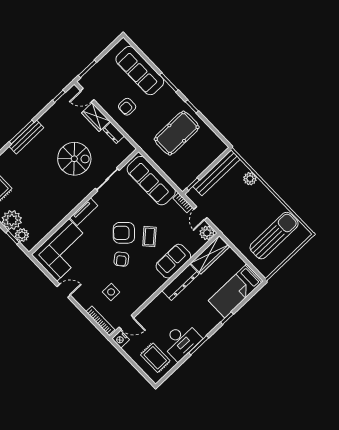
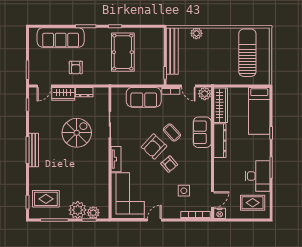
sofa: (151, 181) -> (144, 97), width x0.73

